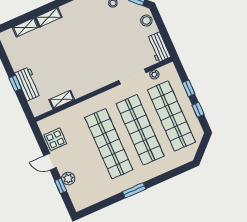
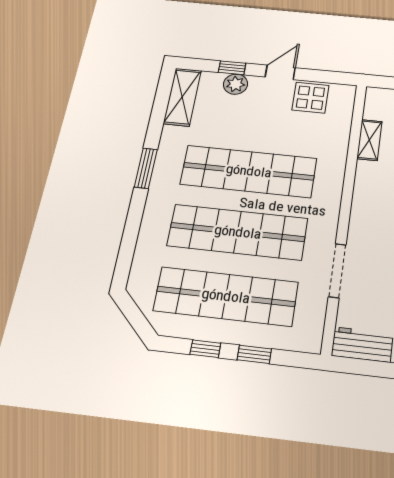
plant: (154, 74) -> (317, 309), removed
shelving: (89, 199) -> (182, 97), added

